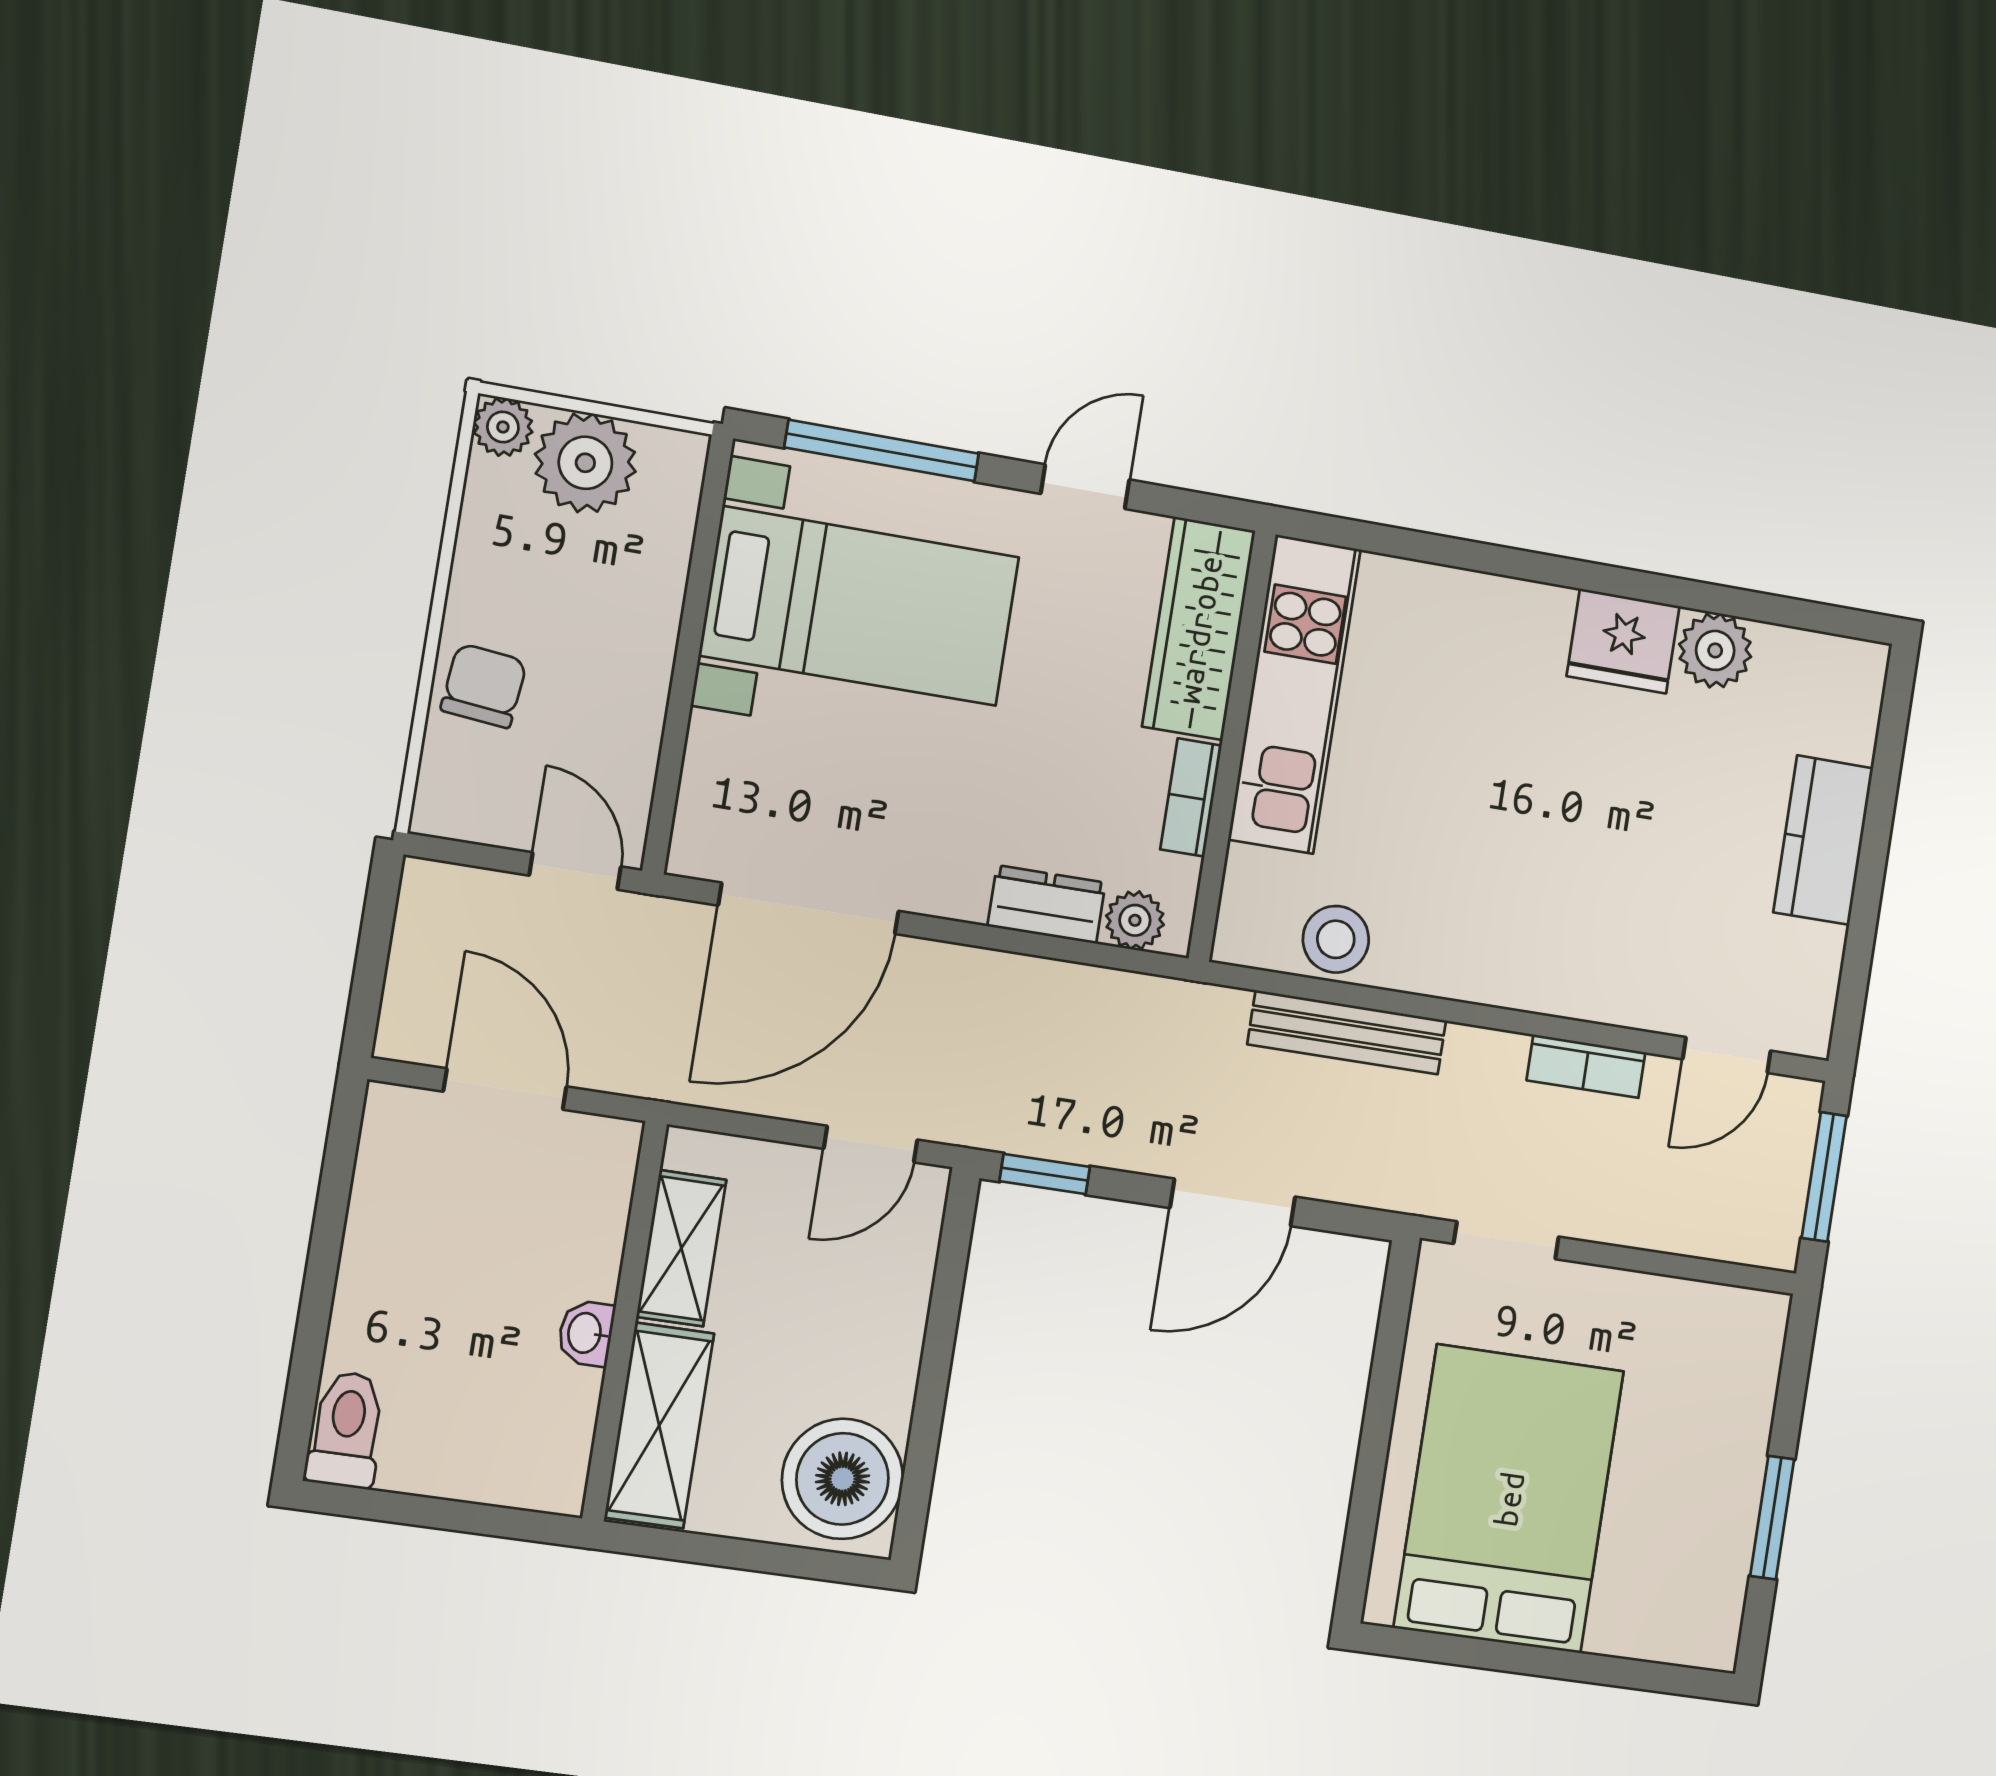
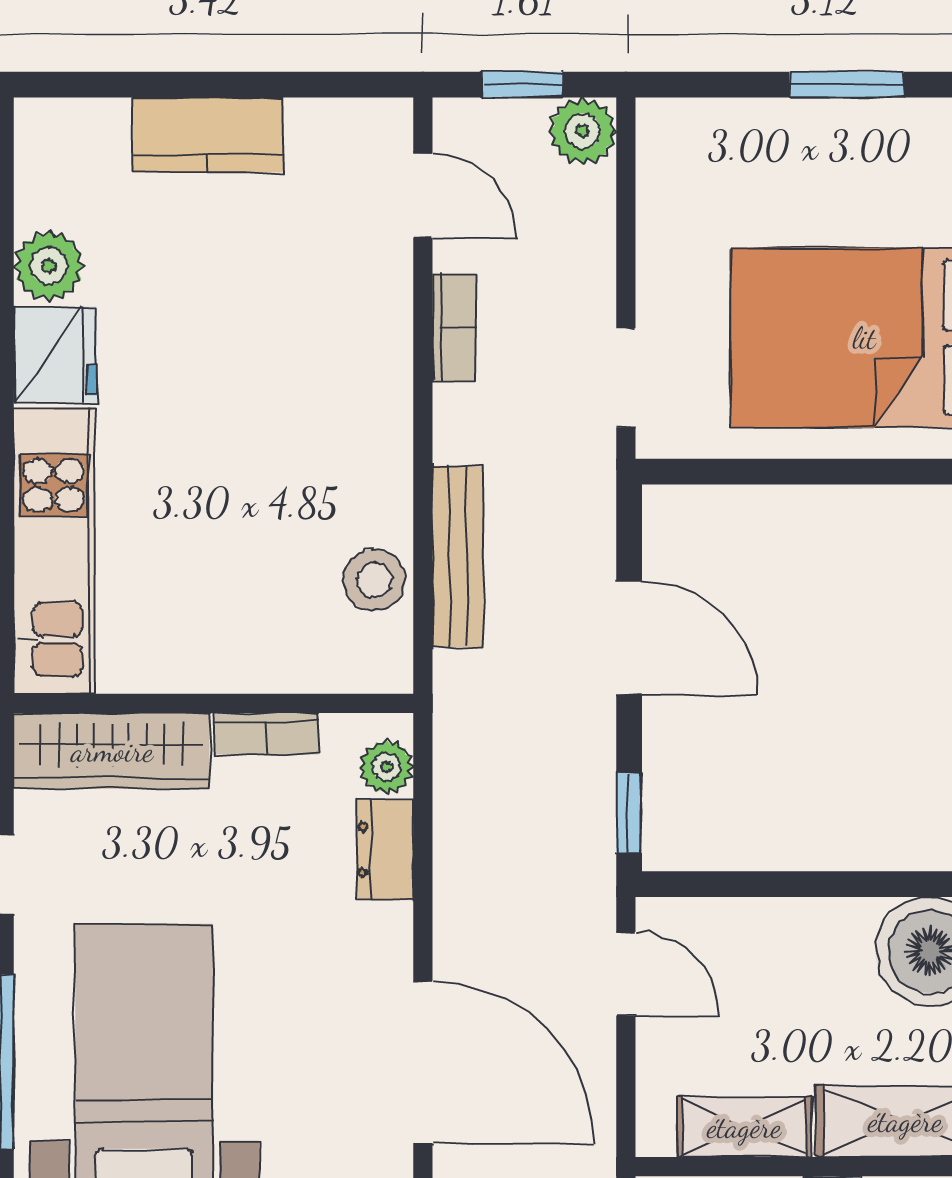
kitchen unit: (1294, 694) -> (54, 551), moved, turned 90
window: (1824, 1177) -> (522, 85), width x0.67
plant: (1767, 1233) -> (583, 131), added

